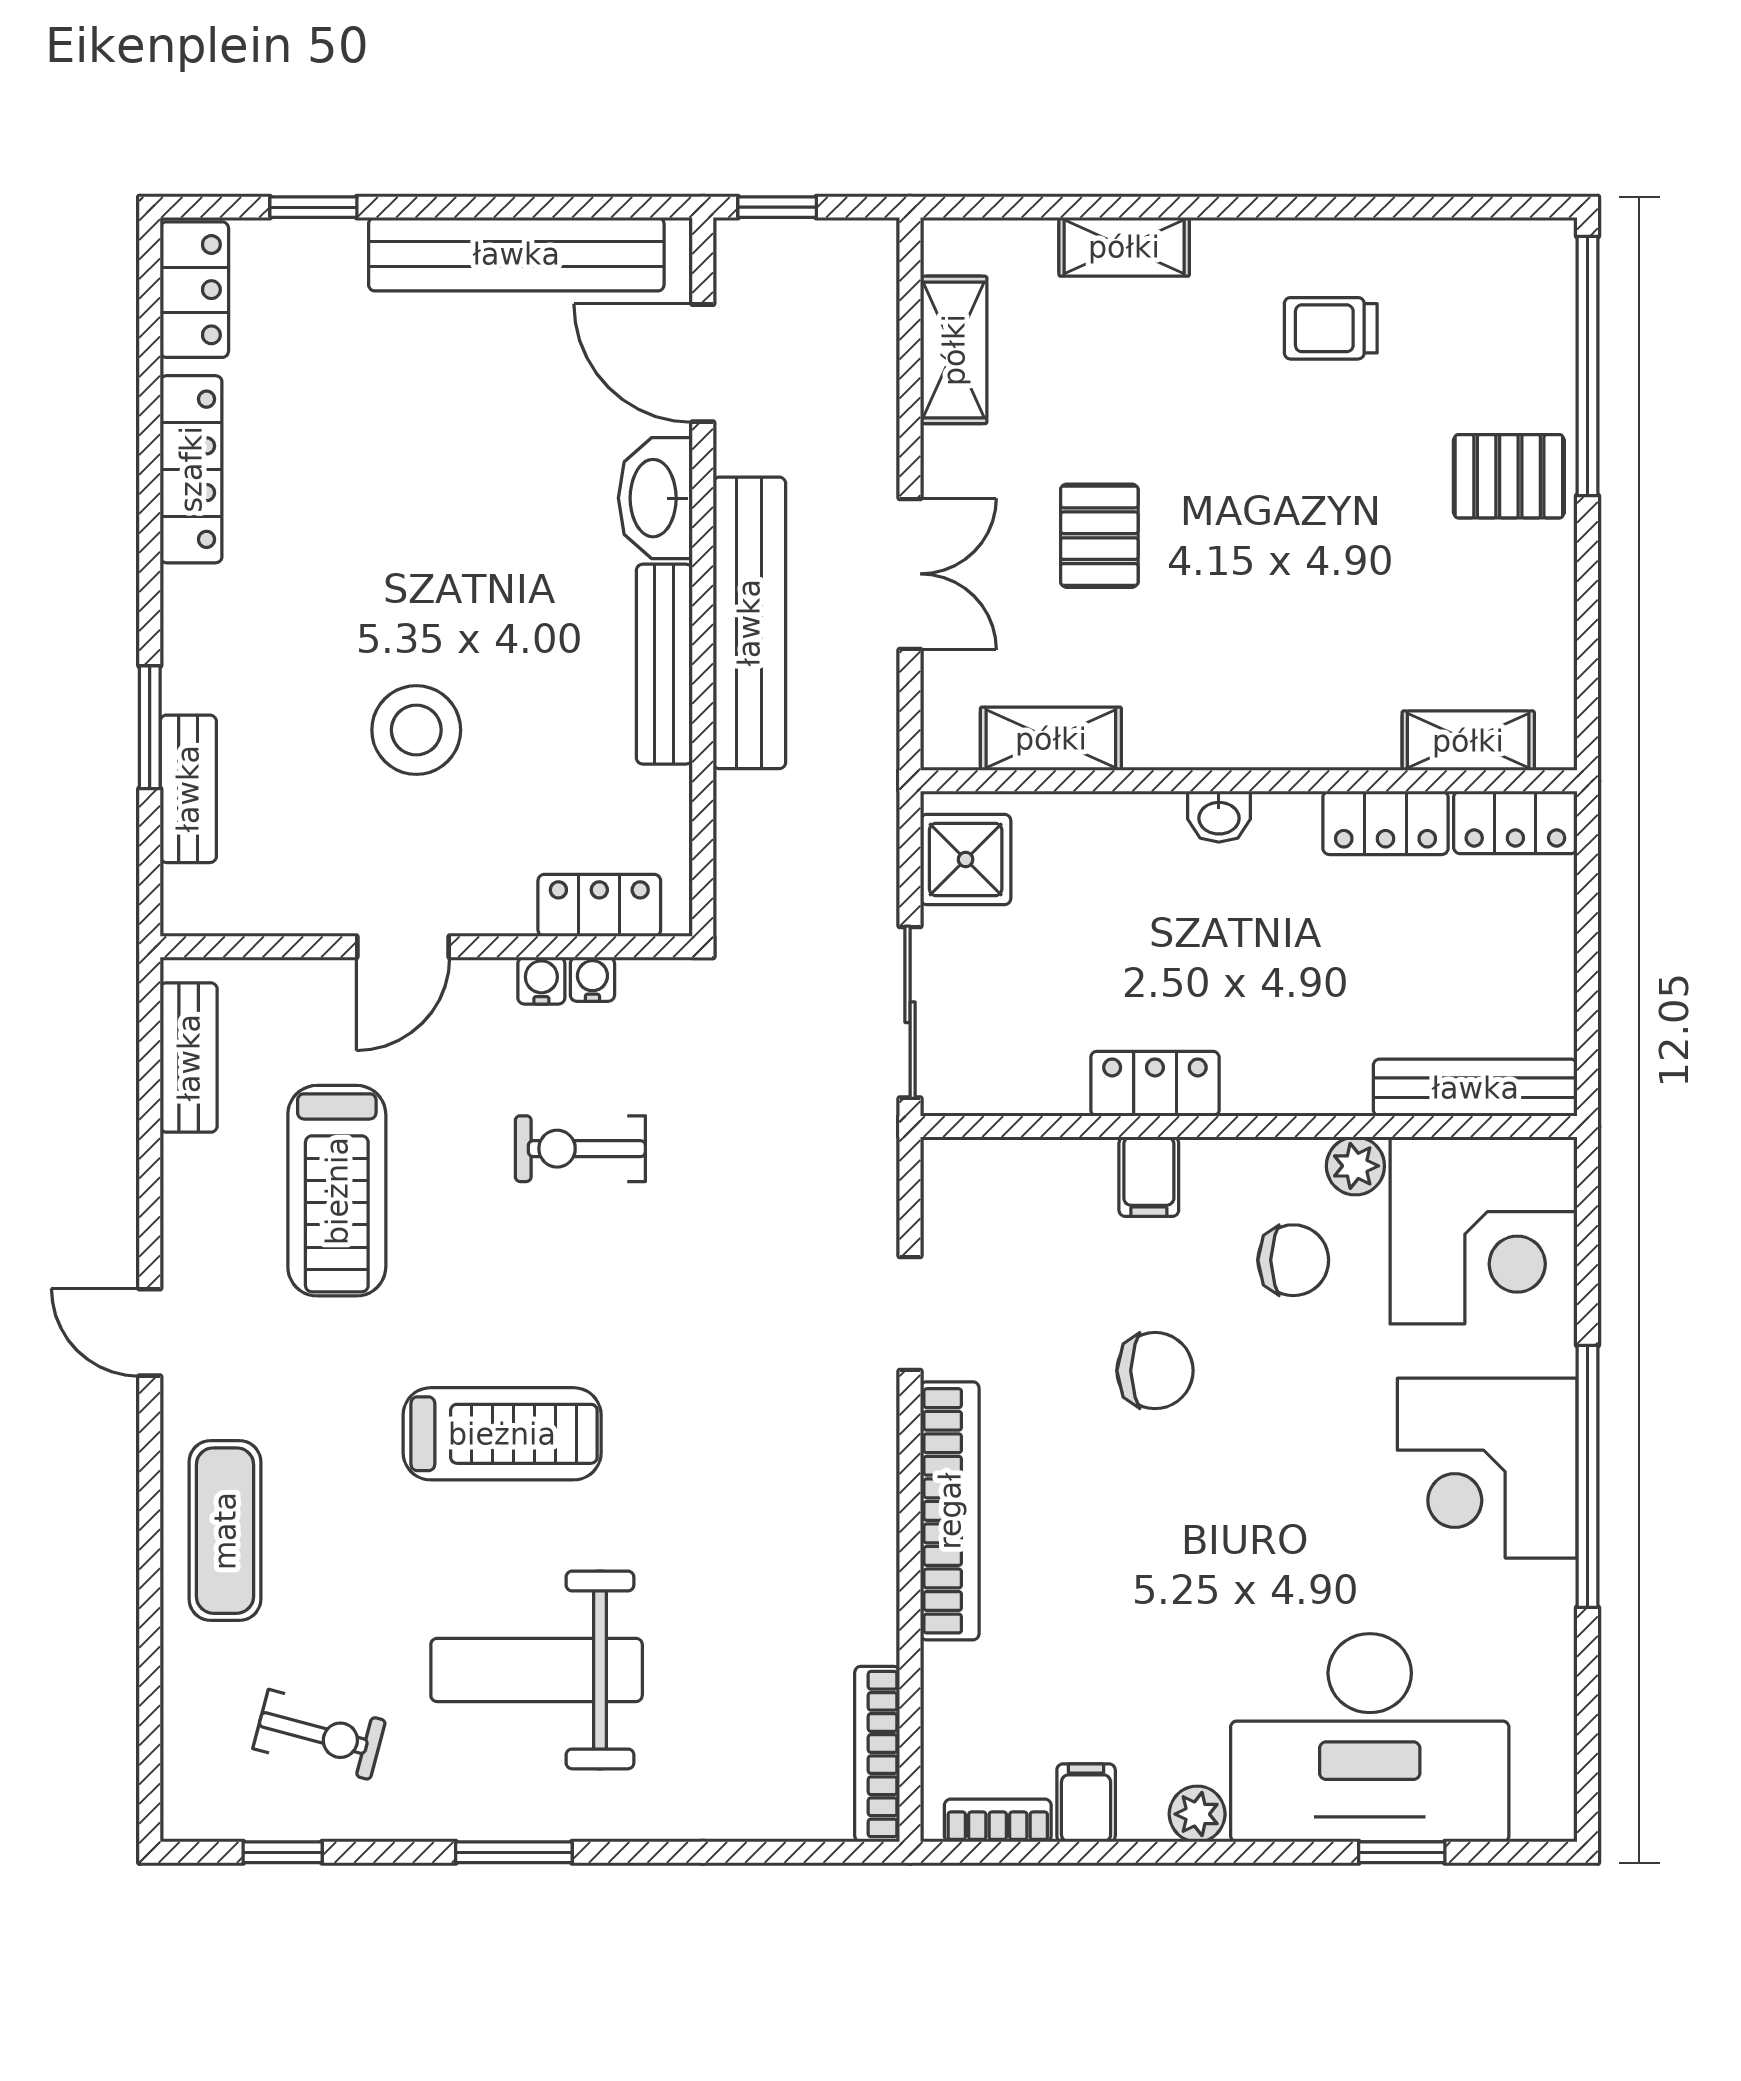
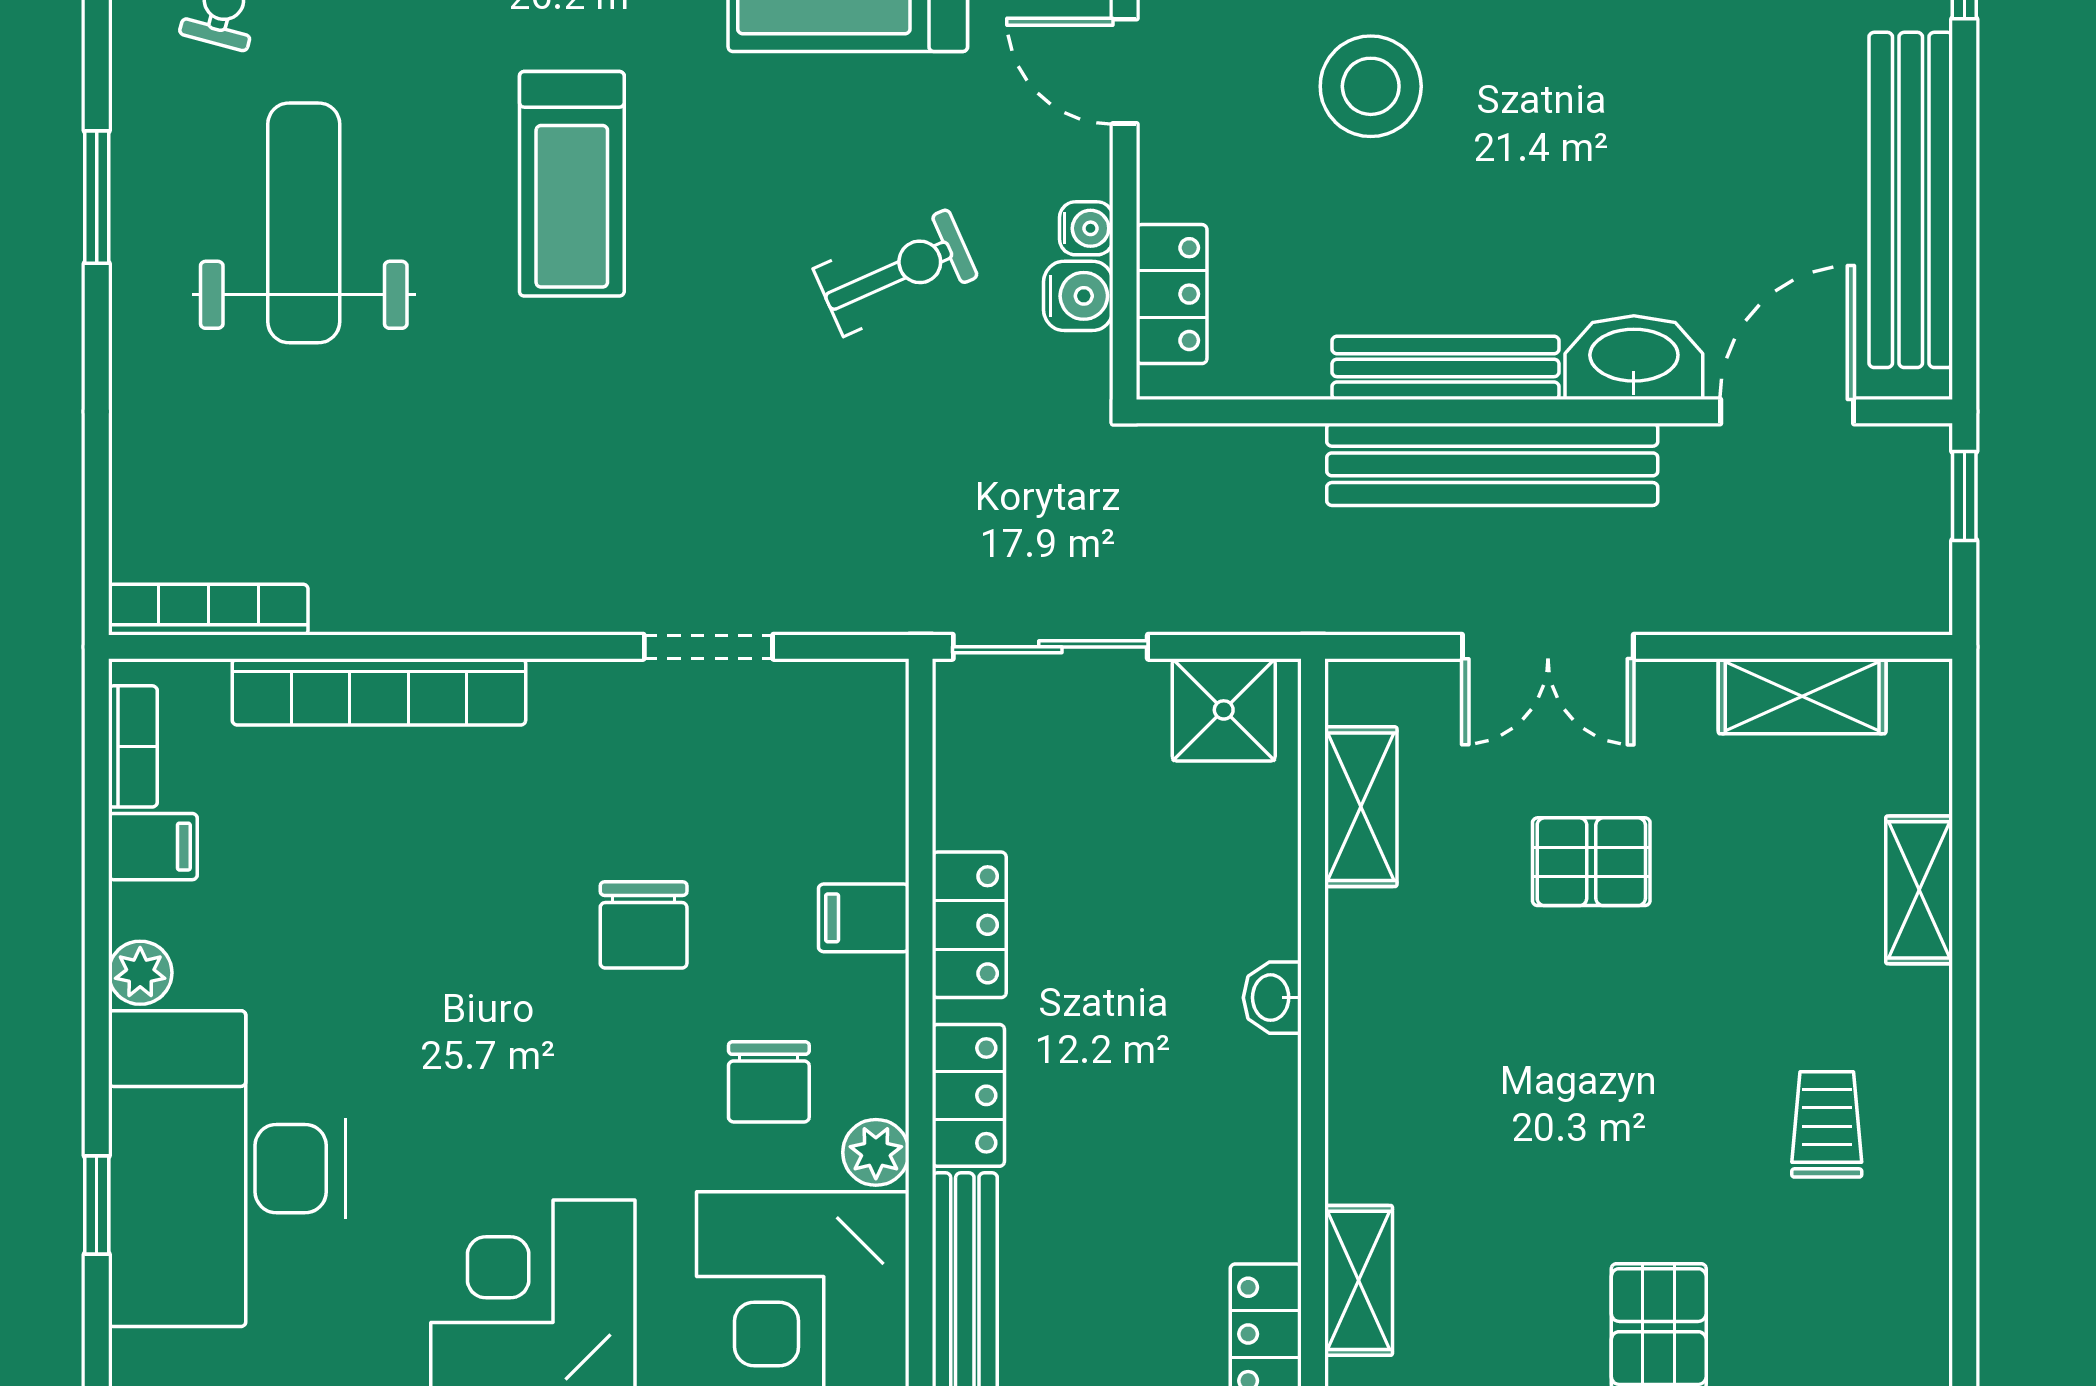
locker: (1386, 823) -> (968, 1095), moved, turned 180
water cooler: (592, 979) -> (1078, 296), width x1.38, depth x1.38
exercise bike: (580, 1149) -> (896, 273), turned 66
bookcase: (950, 1511) -> (379, 692), moved

